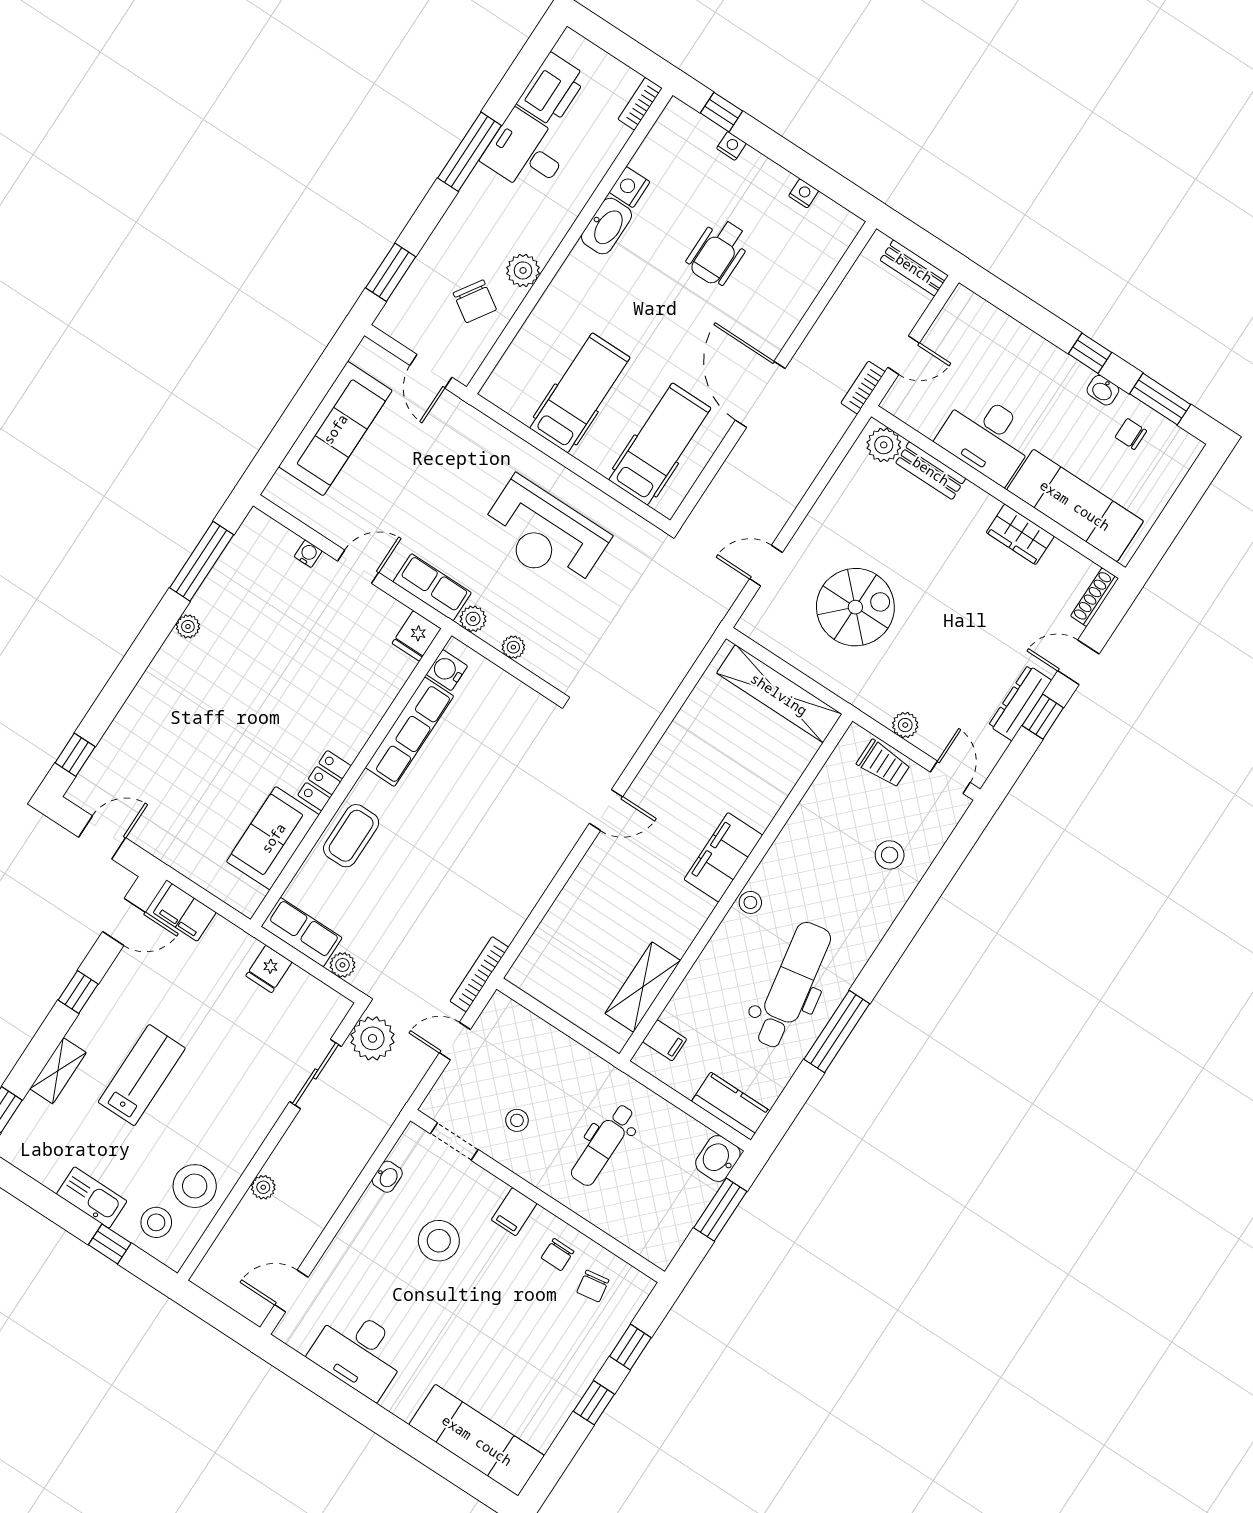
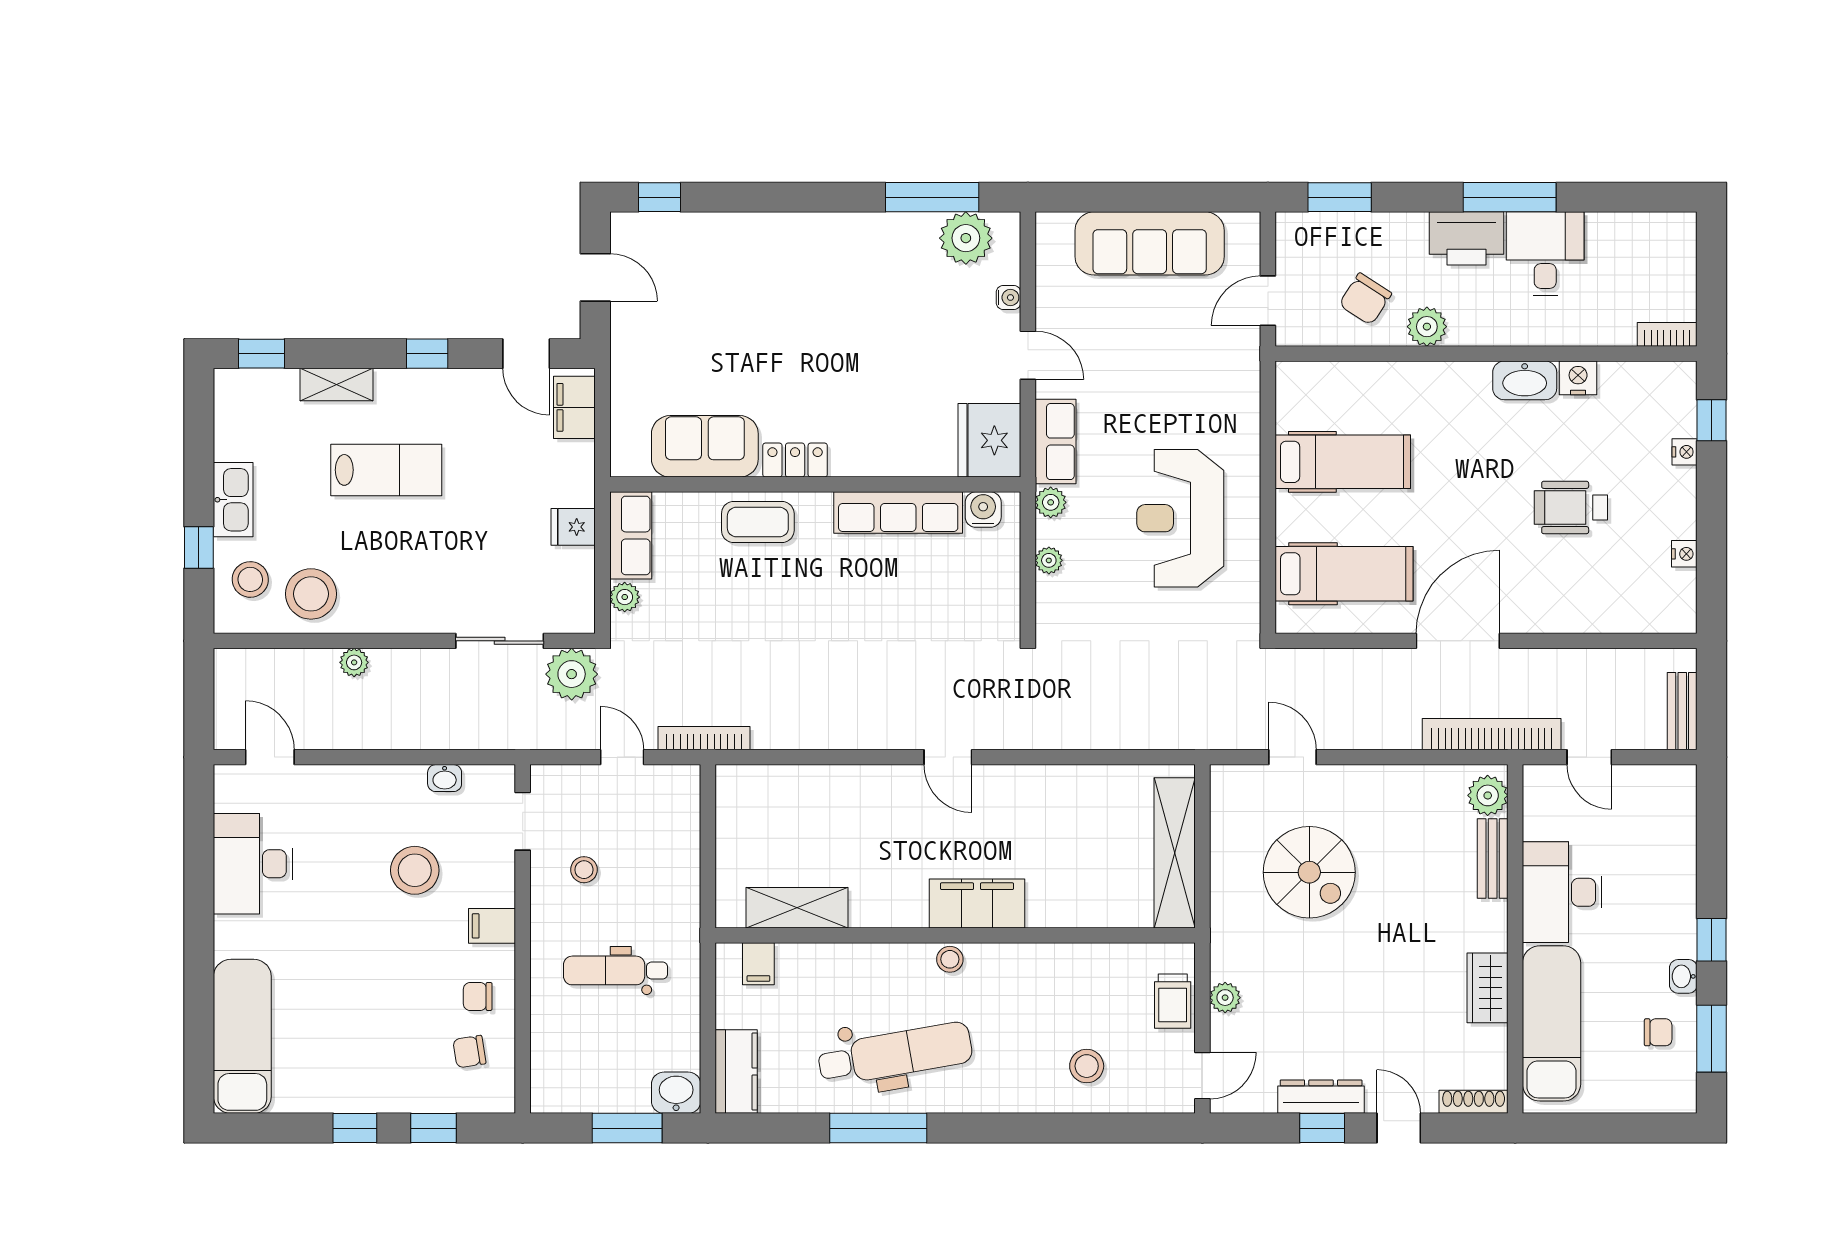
printer: (552, 90) -> (1466, 238), moved
bookcase: (863, 388) -> (1492, 734), width x2.31, depth x1.31
chair: (1131, 434) -> (1658, 1032), turned 90
plant: (188, 626) -> (966, 238), moved, width x1.87, depth x1.87
fridge: (417, 636) -> (989, 440), width x1.88, depth x1.34

